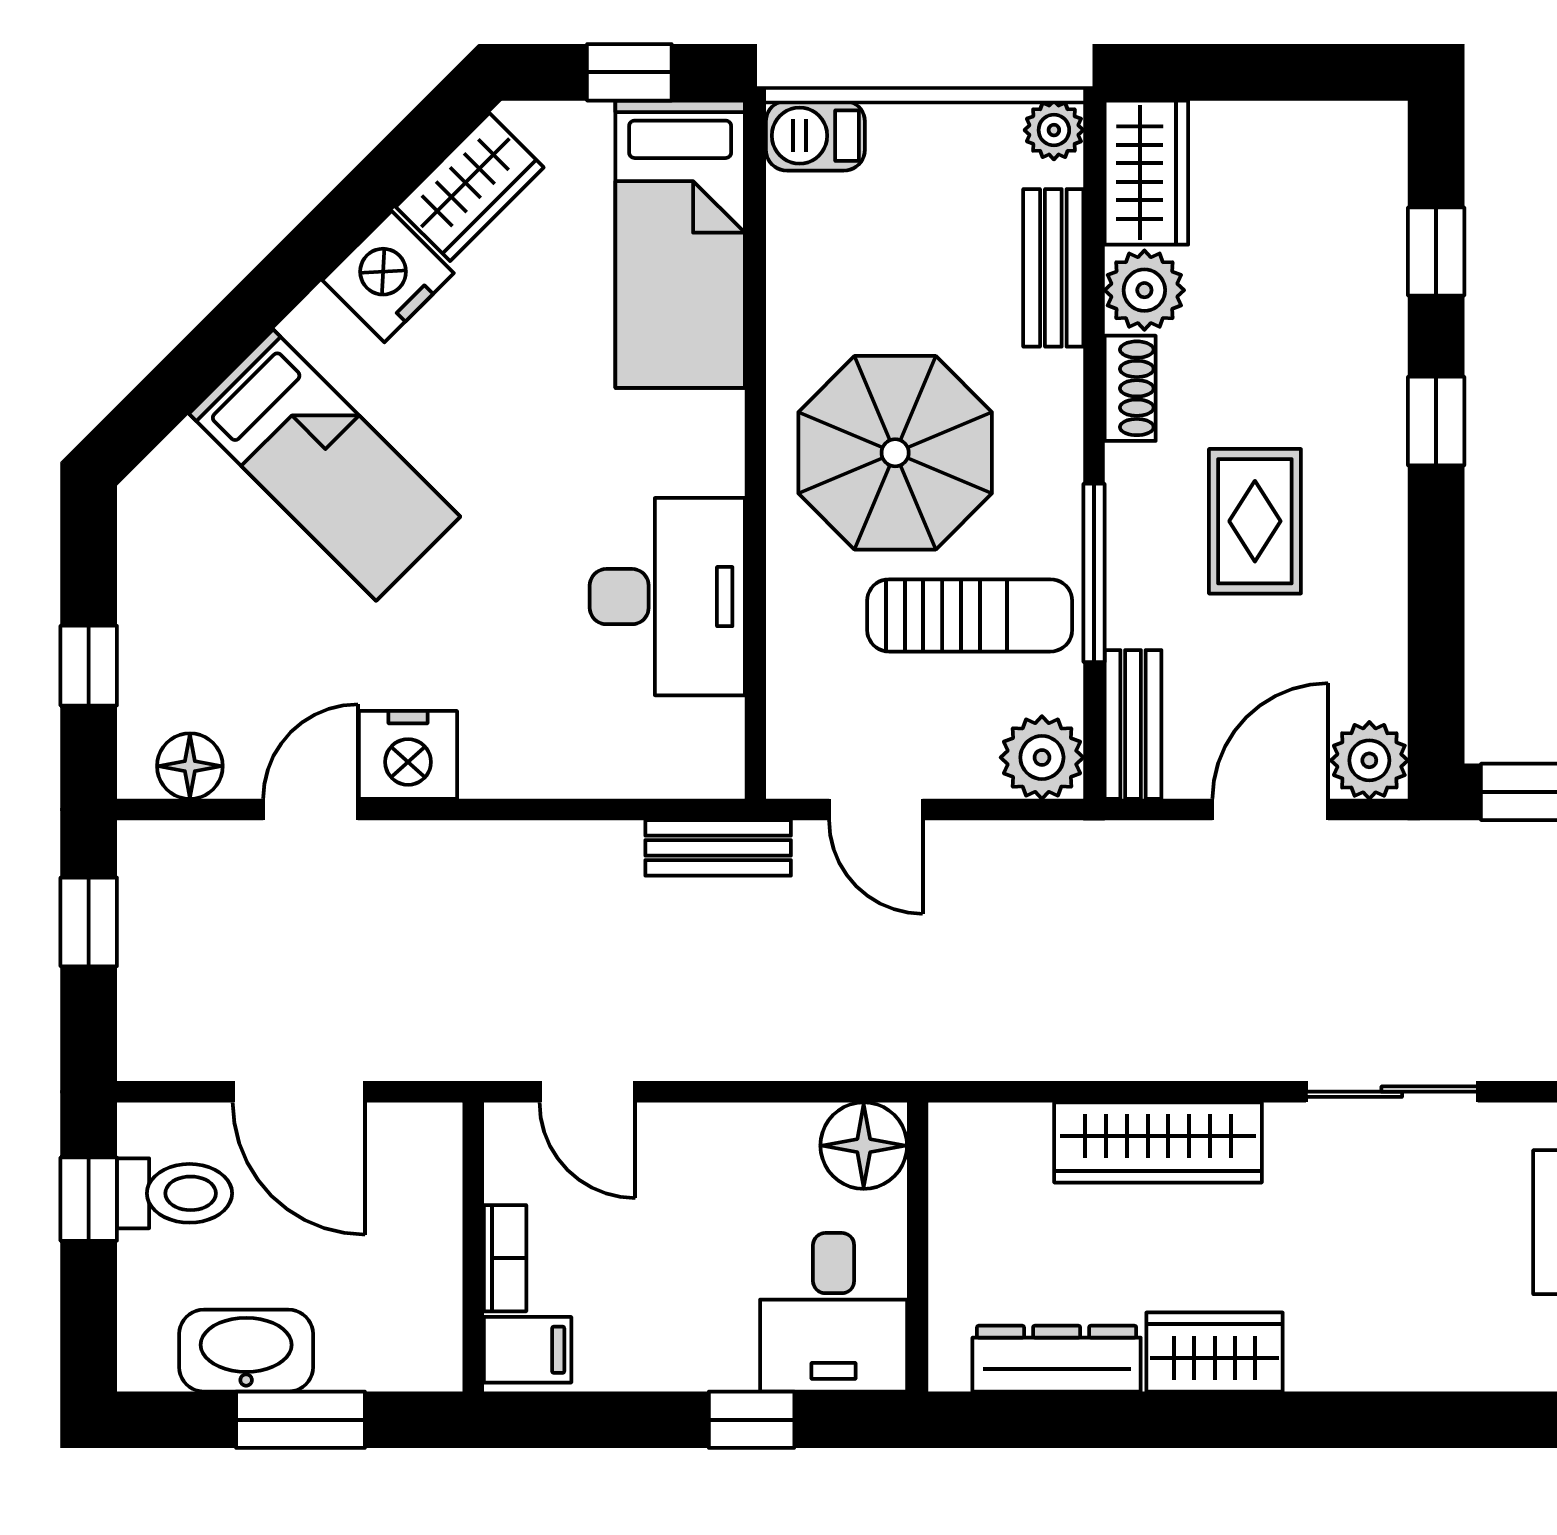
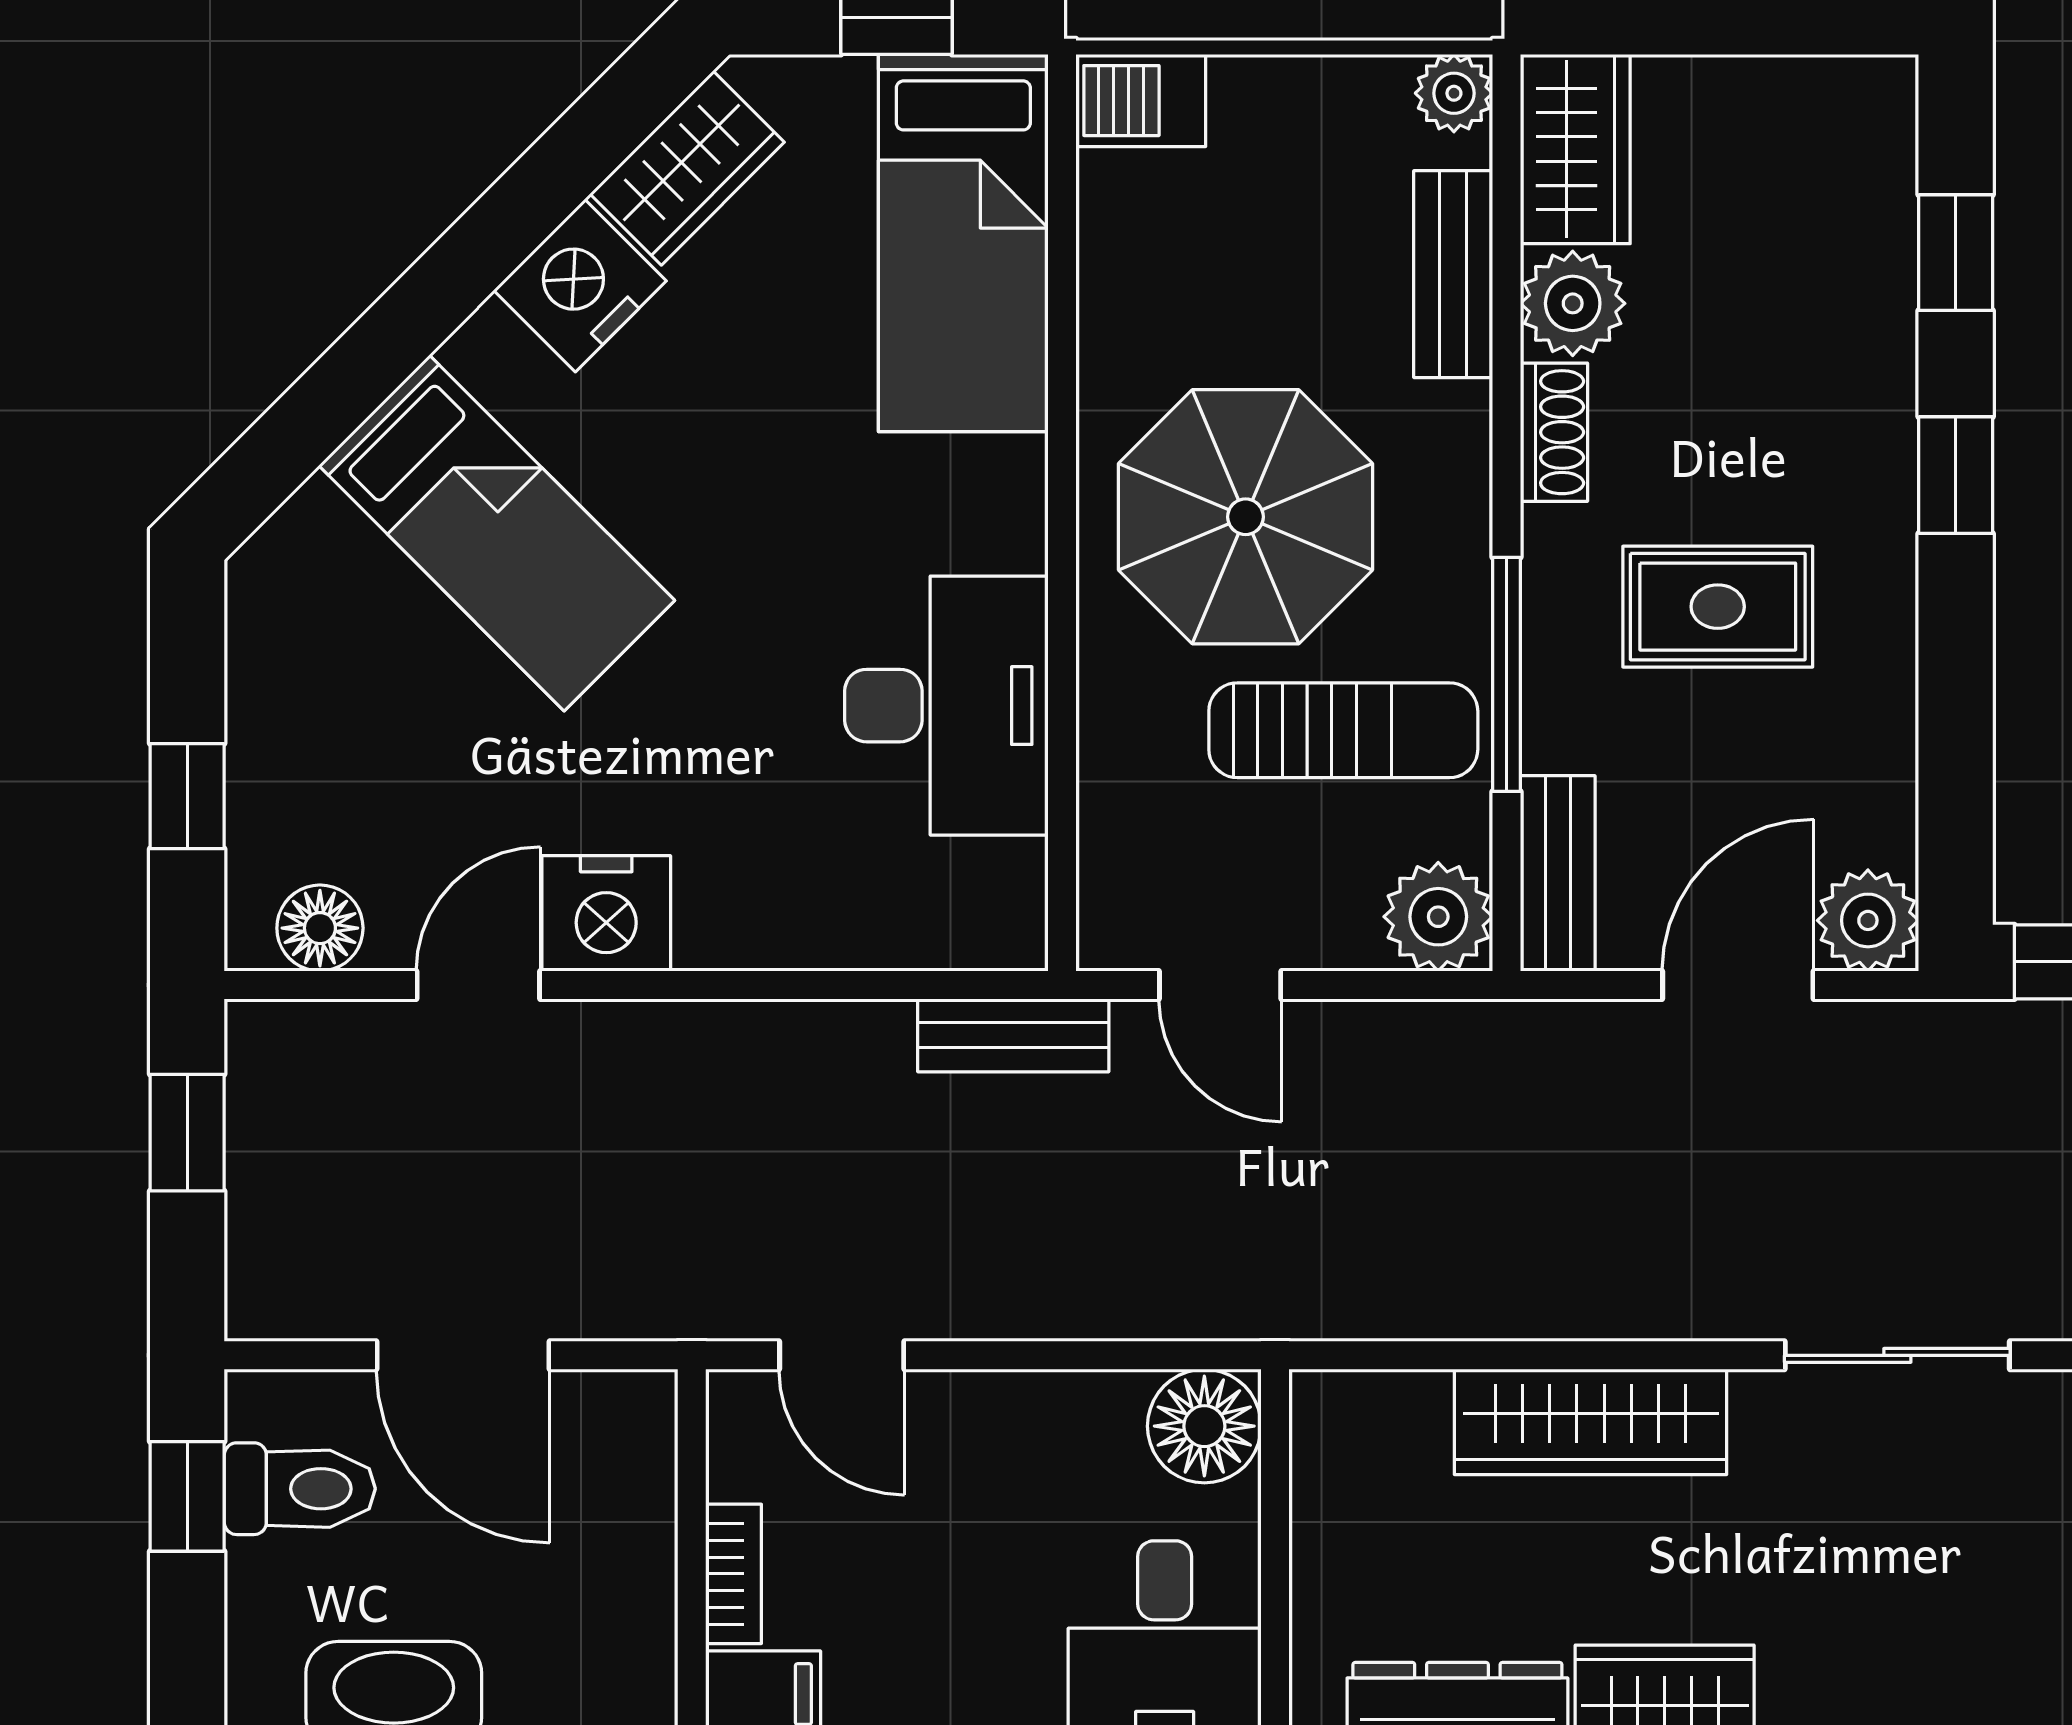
rug: (1255, 521) -> (1718, 607), turned 90

